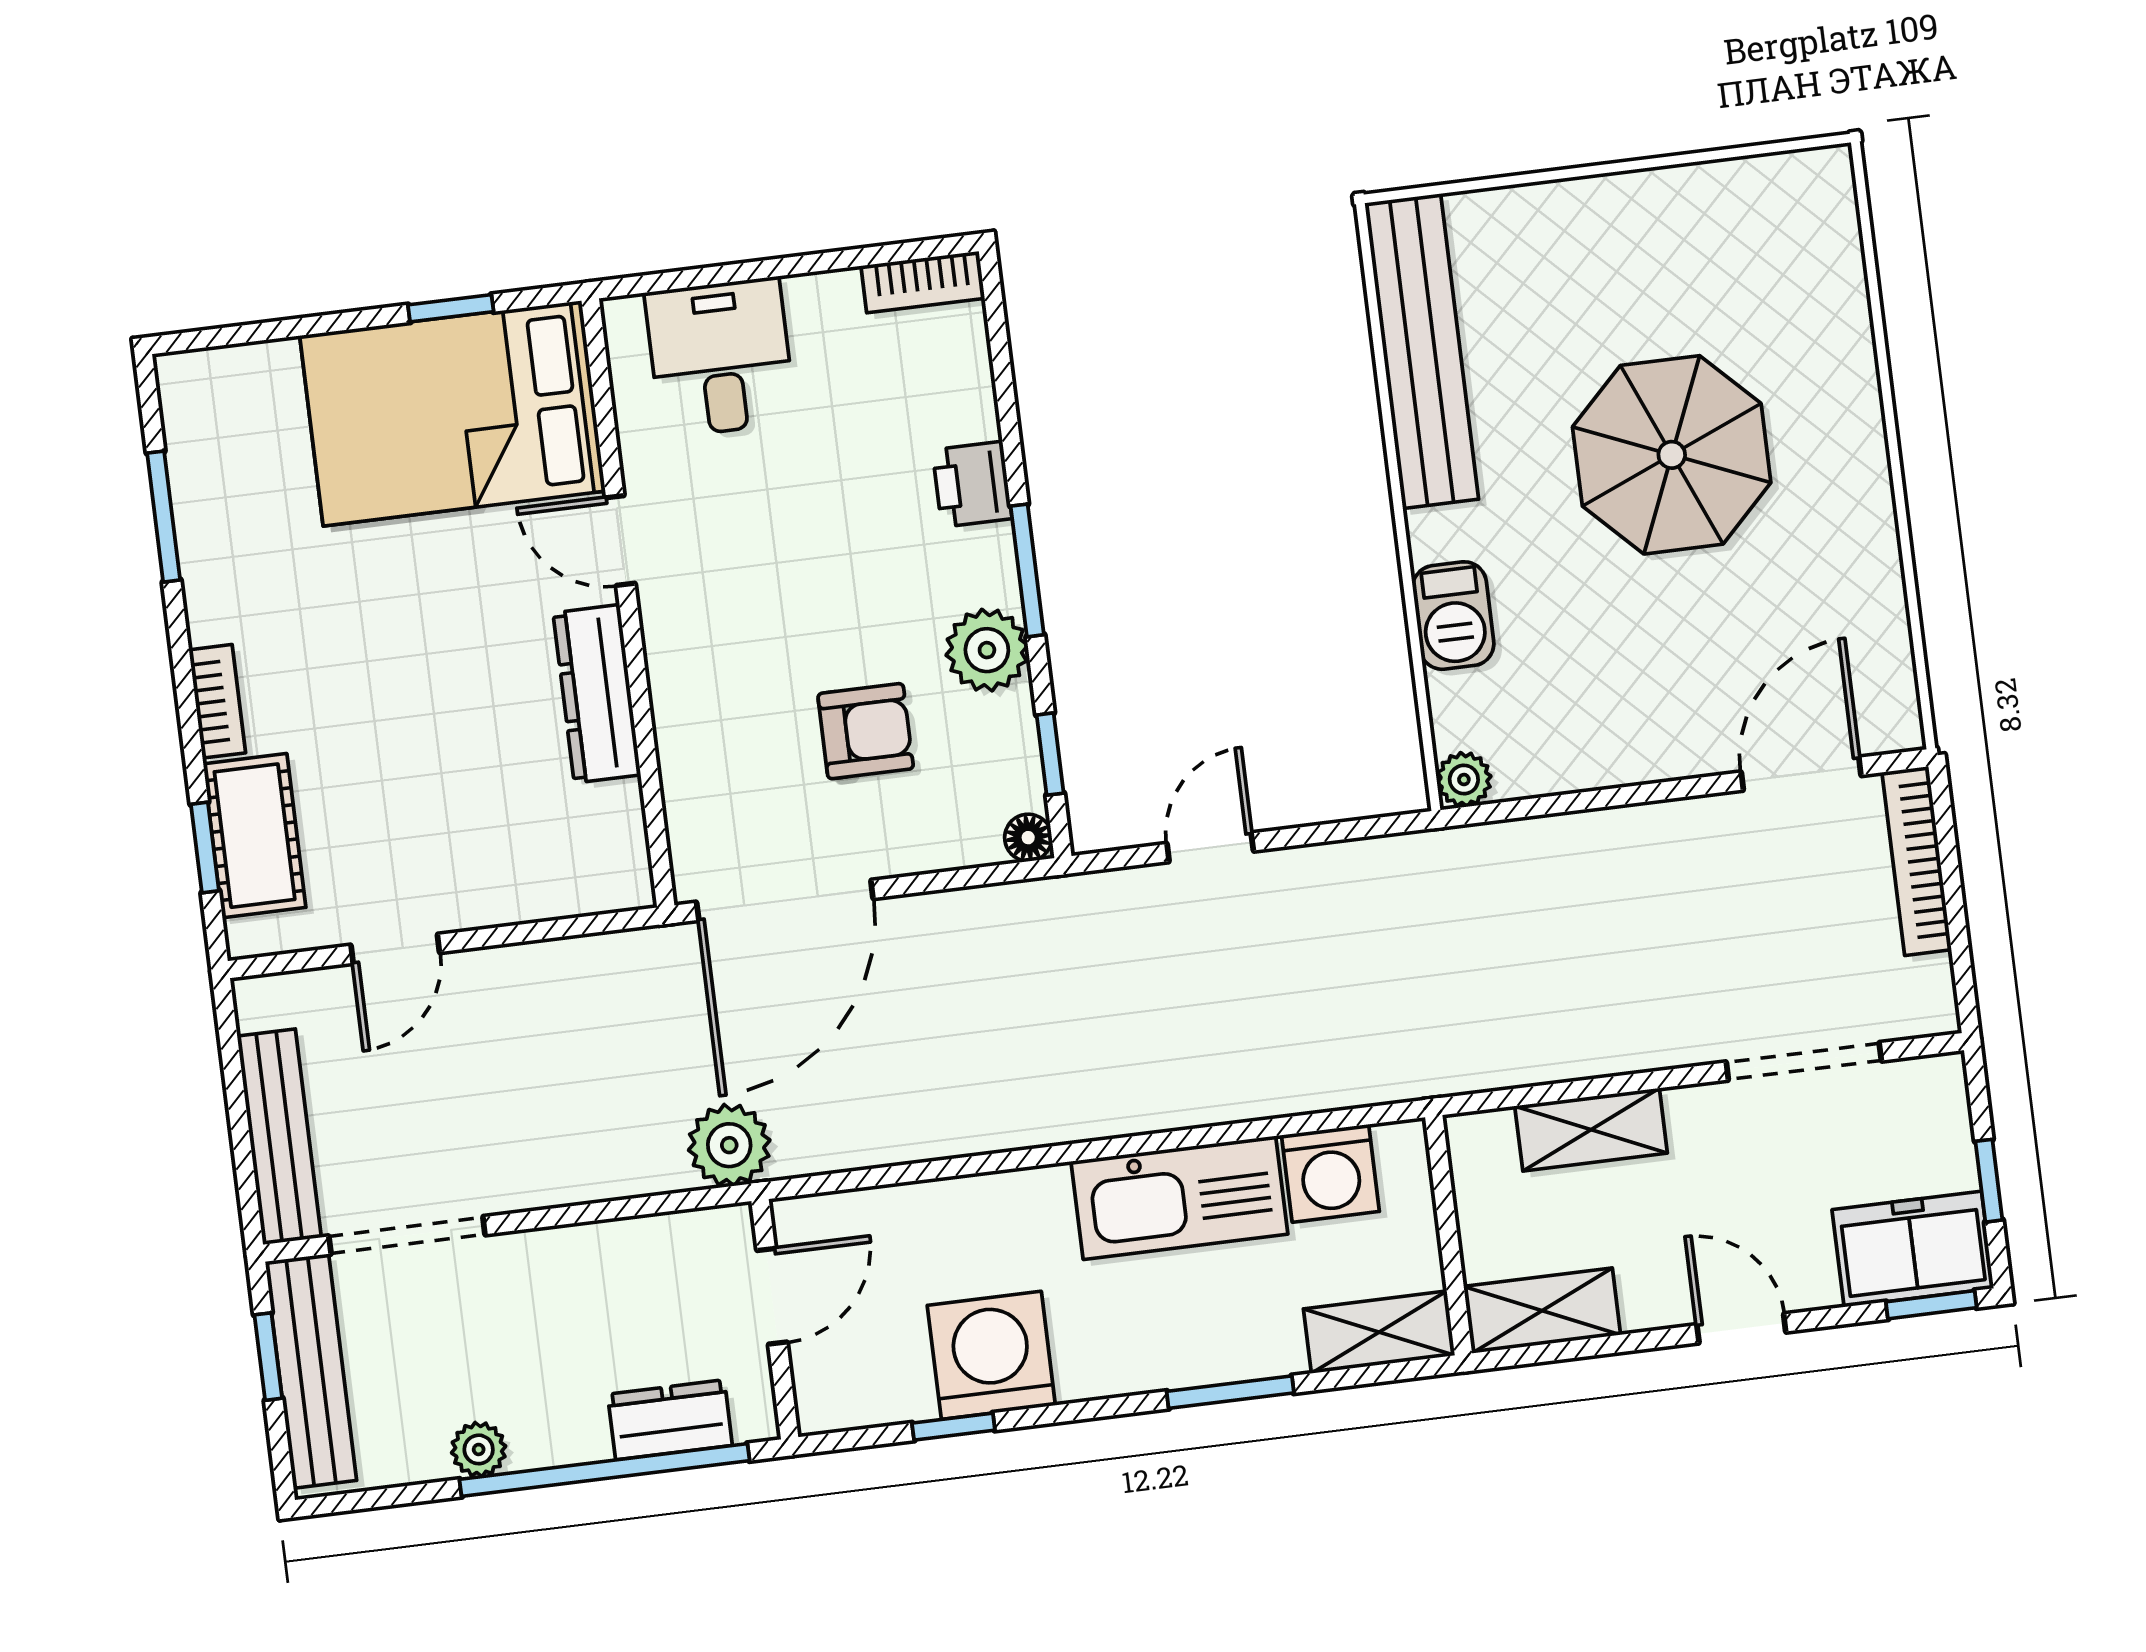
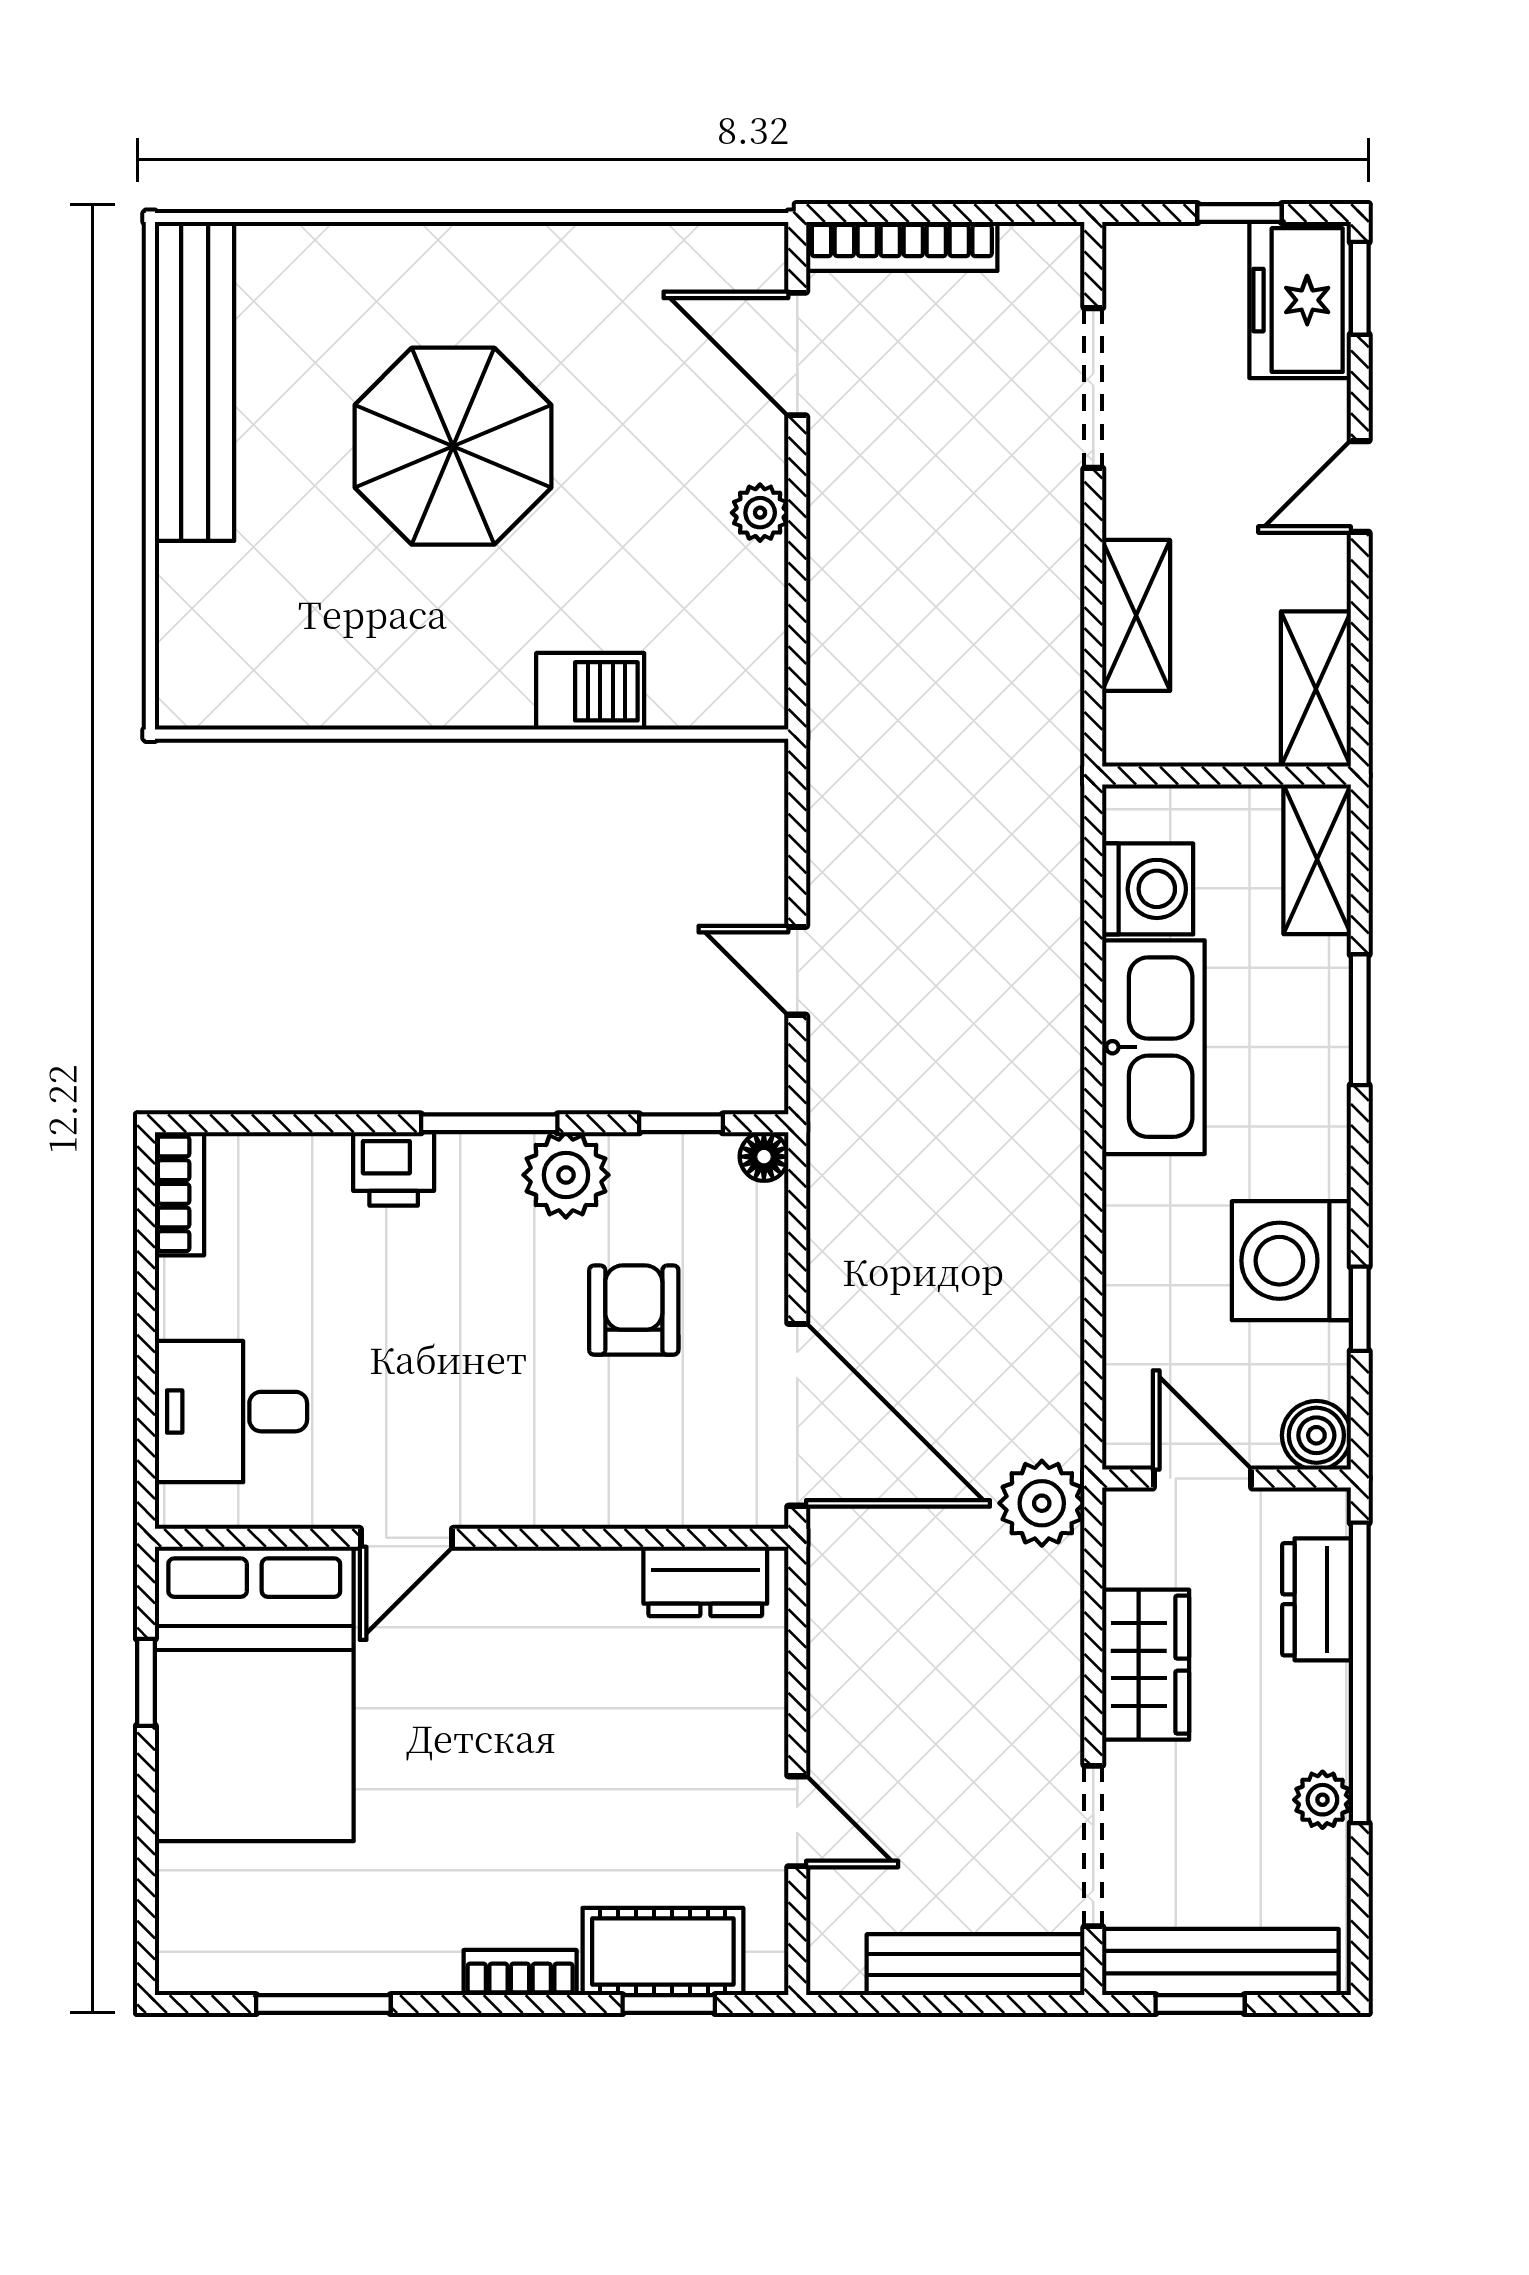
bench: (1422, 351) -> (195, 381), moved, turned 90
dresser: (597, 694) -> (705, 1581), moved, width x0.70
plant: (1464, 780) -> (760, 513), moved
wardrobe: (587, 1264) -> (1146, 1665), added
boiler: (827, 1400) -> (1316, 1435), added

